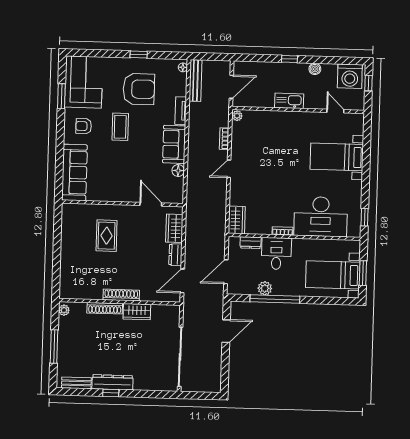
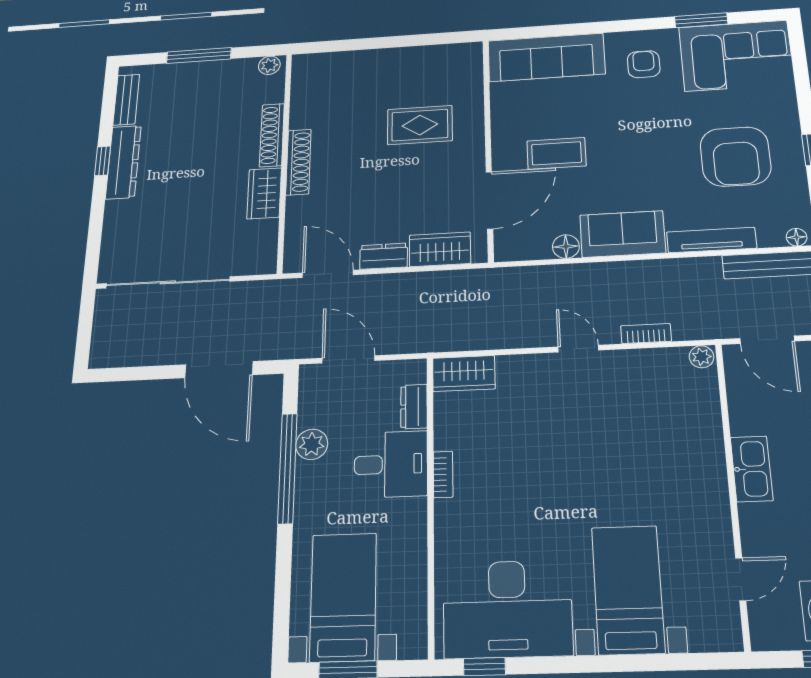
tv unit: (181, 111) -> (712, 240), width x1.41
coffee table: (120, 127) -> (556, 153), moved
door: (151, 204) -> (489, 200), width x1.36
desk: (321, 217) -> (507, 609), moved, turned -90
door: (226, 331) -> (219, 370), width x1.36

